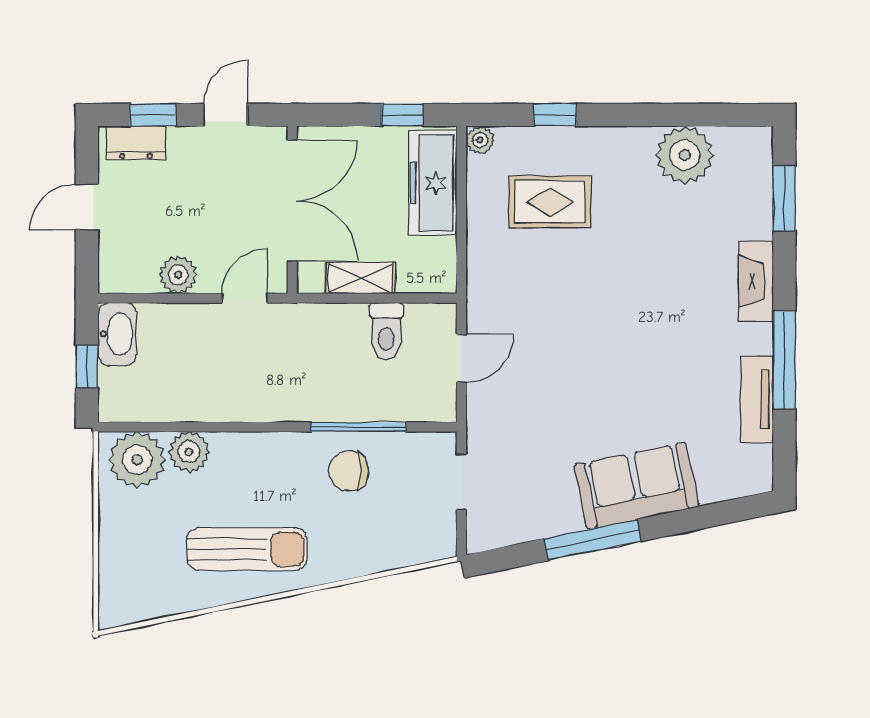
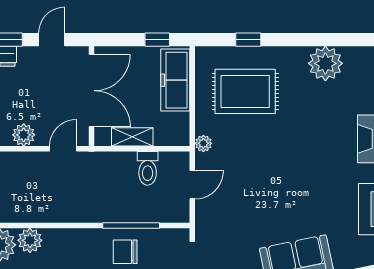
plant: (480, 140) -> (203, 143), moved
rug: (550, 202) -> (245, 91), width x1.36, depth x1.43

